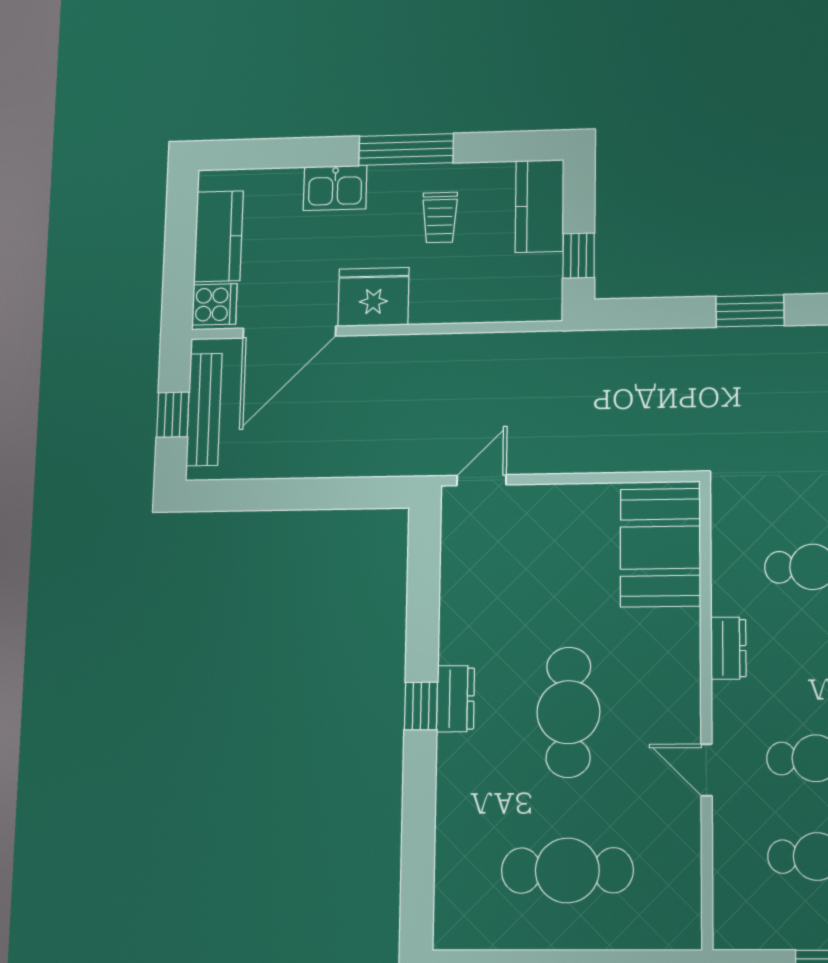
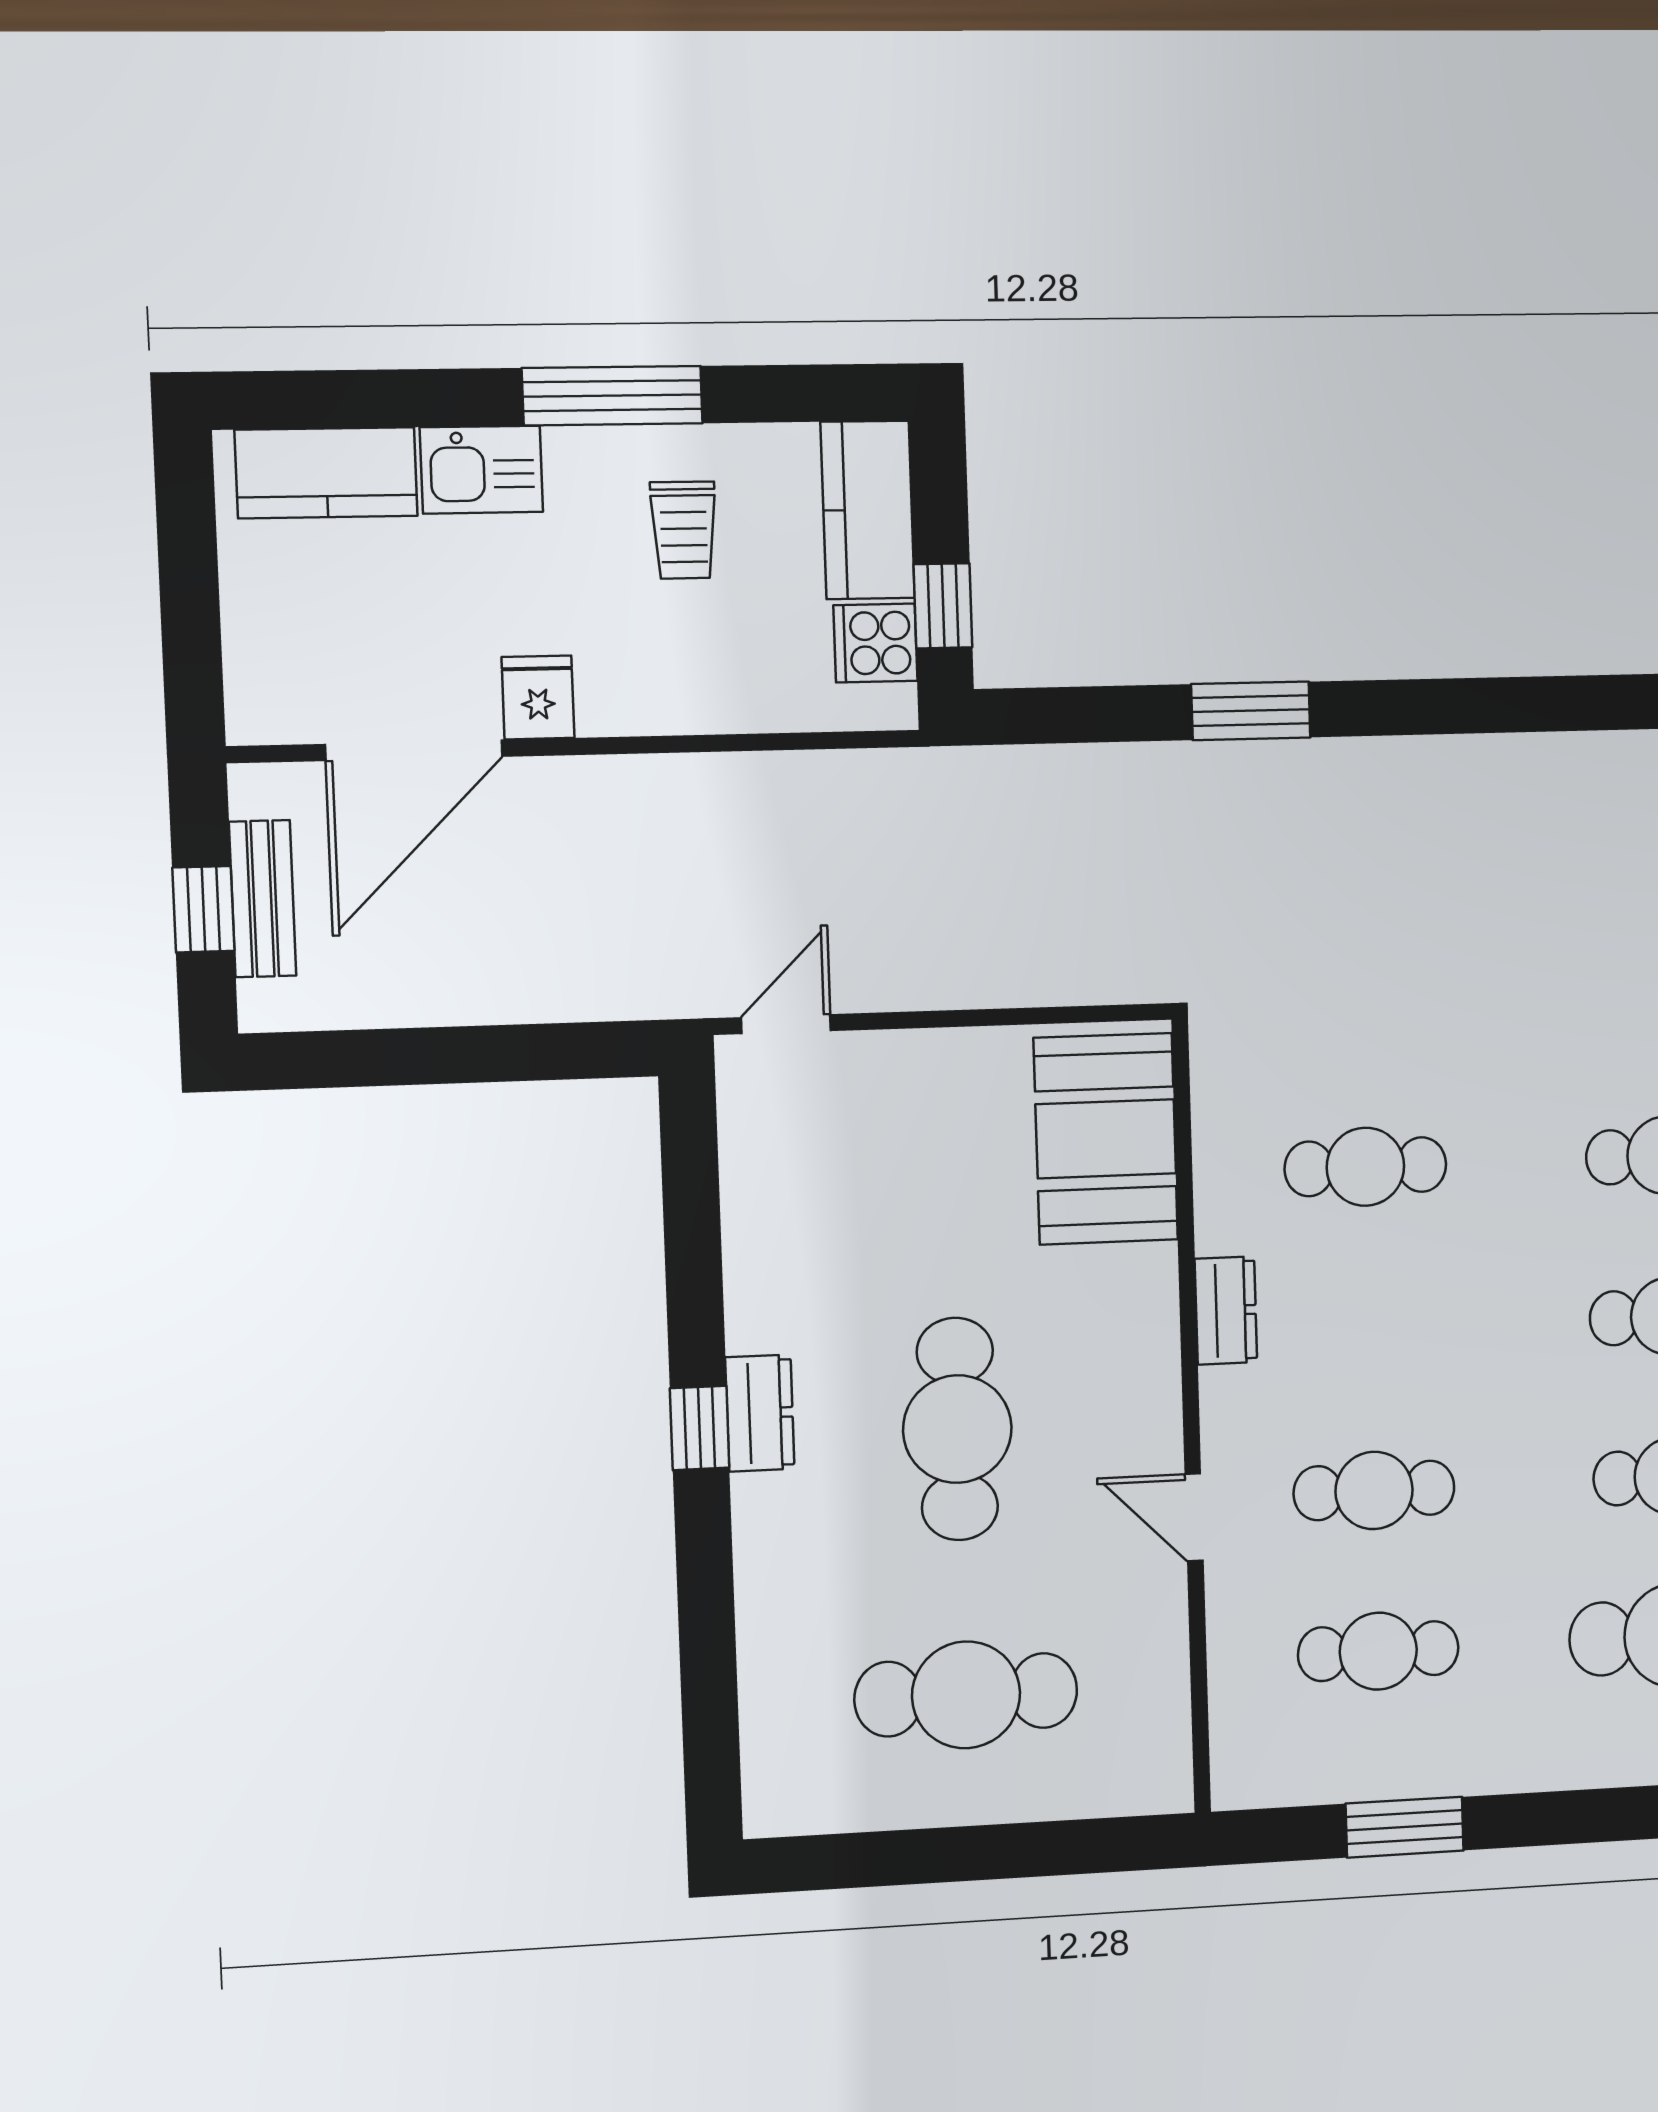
kitchen counter: (218, 236) -> (326, 473), moved, turned 90
fridge: (374, 297) -> (538, 698), width x0.53, depth x0.75
cooker: (214, 304) -> (875, 643), moved, turned 180
bench: (204, 409) -> (263, 899), width x0.73

